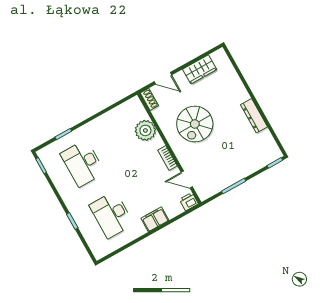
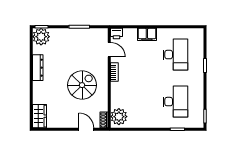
wardrobe: (200, 69) -> (39, 116), moved, turned 90
plant: (145, 130) -> (119, 117), moved
plant: (269, 152) -> (41, 37), added

